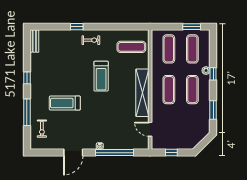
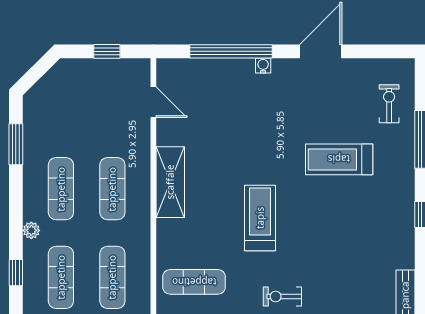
window: (213, 74) -> (16, 273), moved
shelving: (142, 93) -> (170, 182), width x0.68
treadmill: (65, 103) -> (339, 159), turned 180

